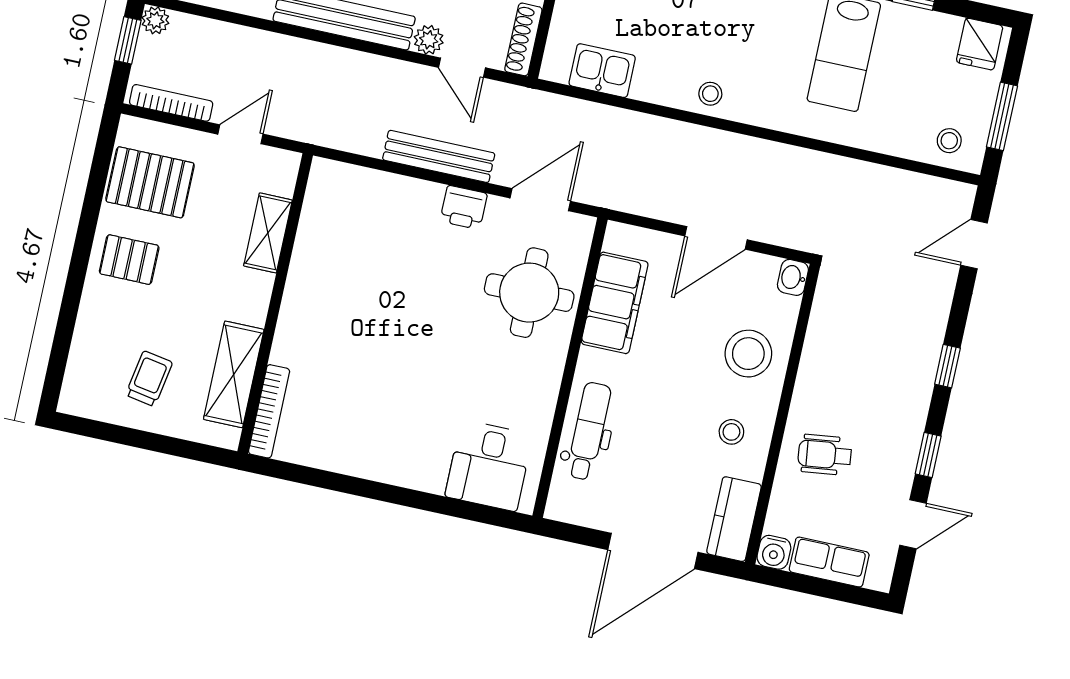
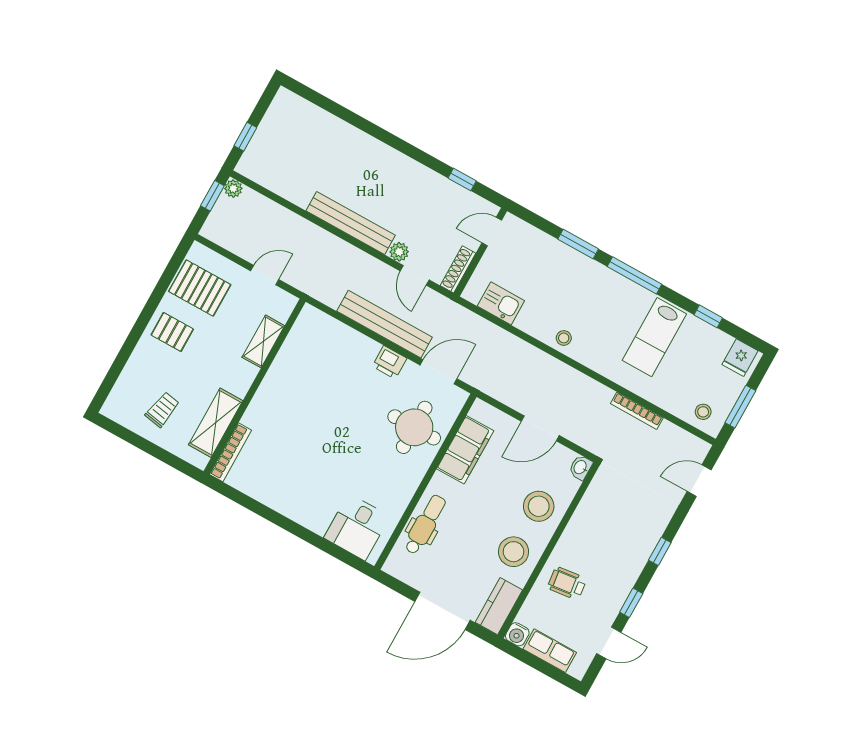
bookcase: (171, 103) -> (637, 411), moved, turned 180
bench: (439, 156) -> (385, 324), width x1.37, depth x1.21
stool: (731, 432) -> (514, 552), width x1.89, depth x1.89

